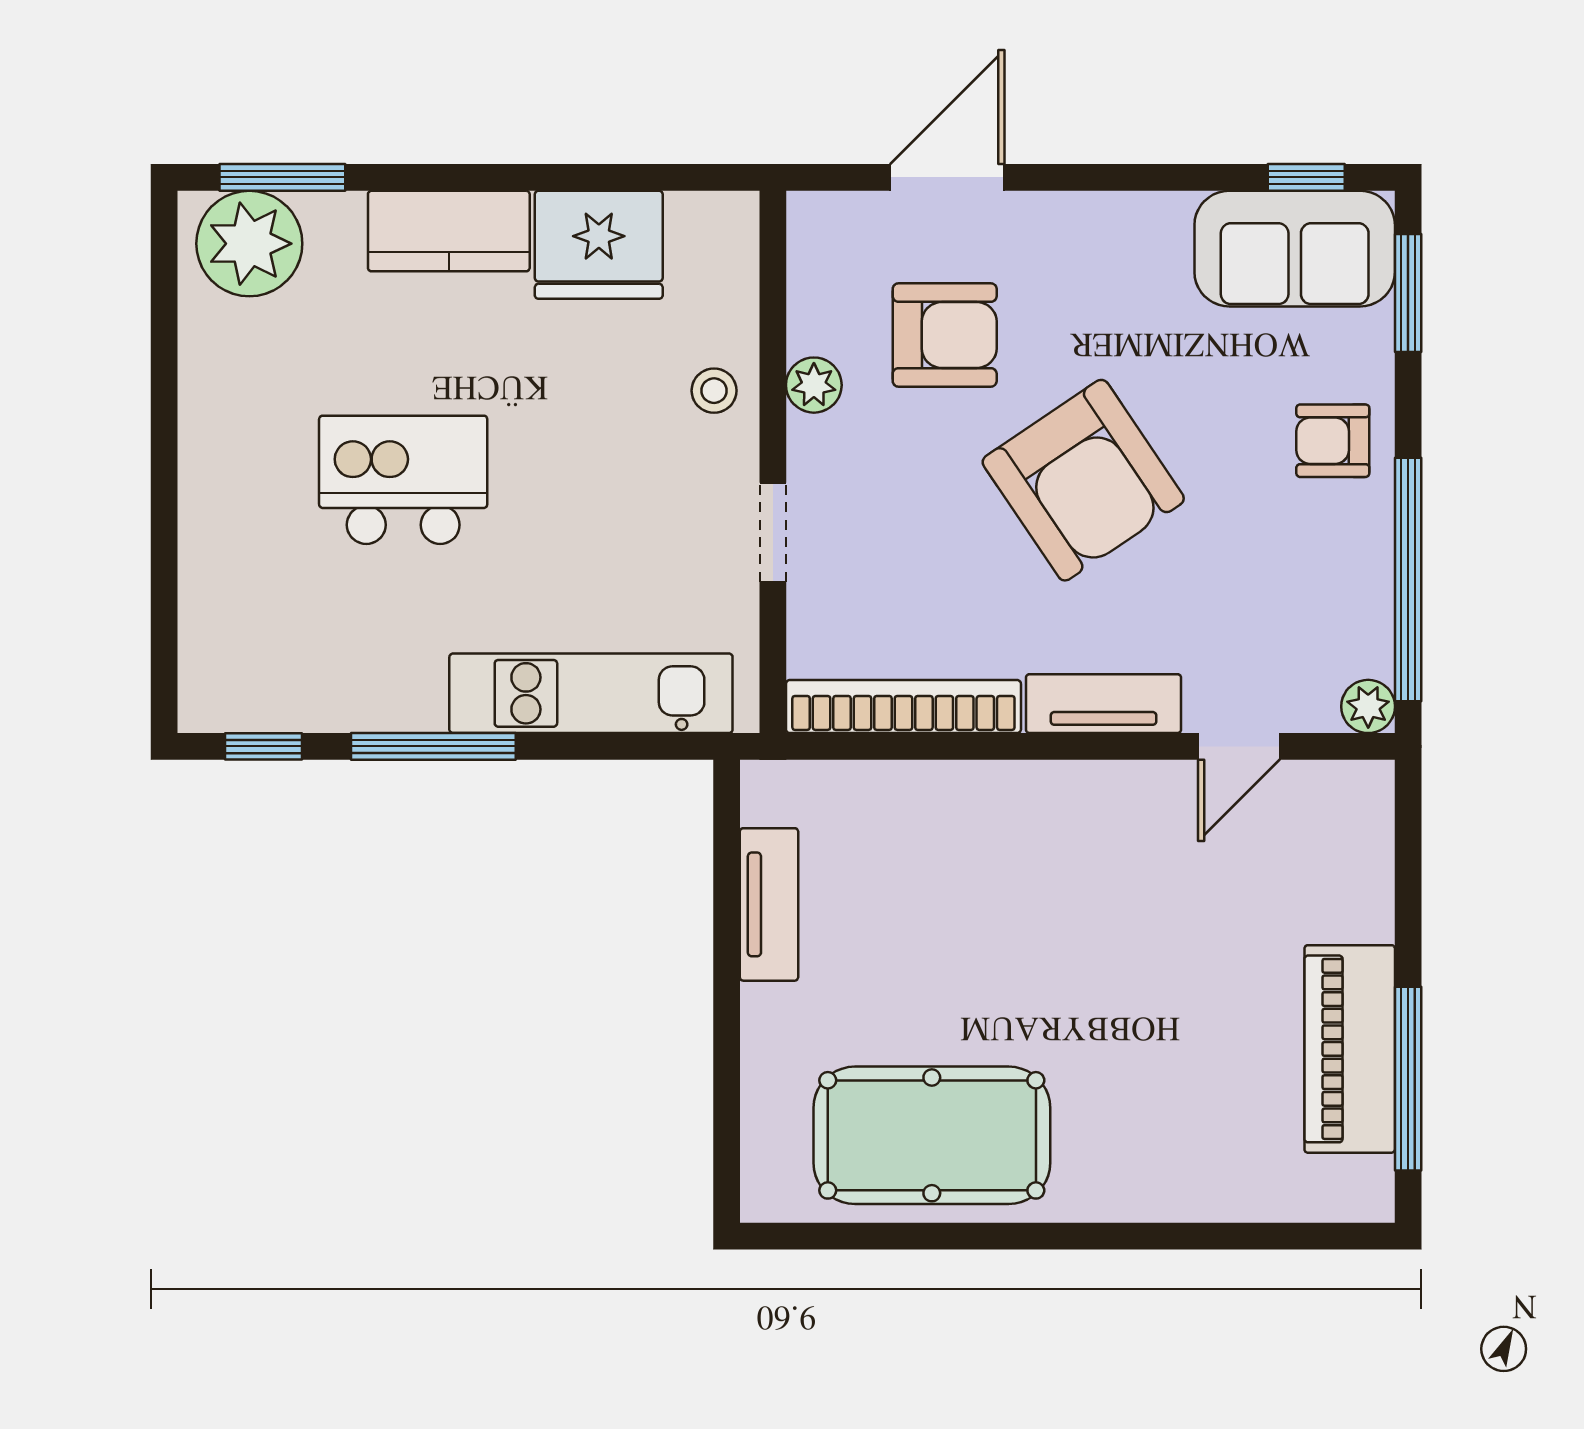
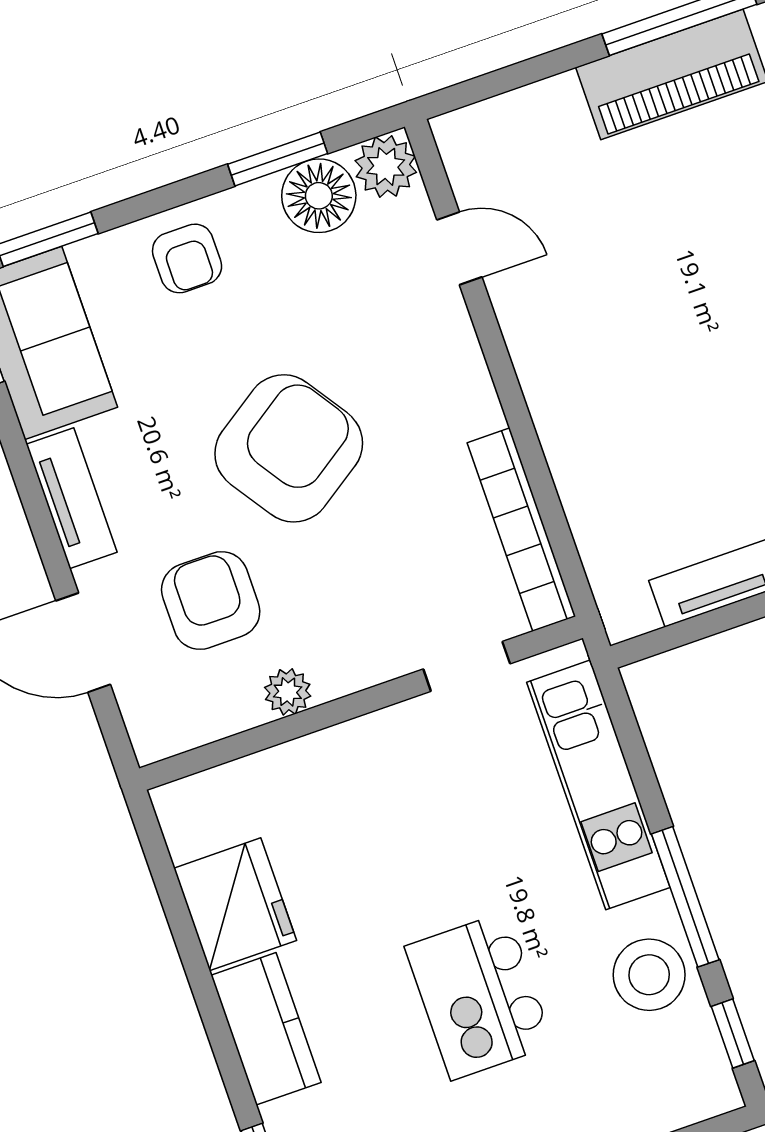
stool: (714, 391) -> (649, 975), moved, width x1.89, depth x1.89
doorway: (773, 532) -> (467, 666), moved
window: (1408, 579) -> (278, 159), width x0.47
floor lamp: (1351, 611) -> (319, 196), added
tv unit: (1104, 704) -> (72, 498), moved, turned 180
plant: (1368, 706) -> (386, 166), width x1.38, depth x1.38

